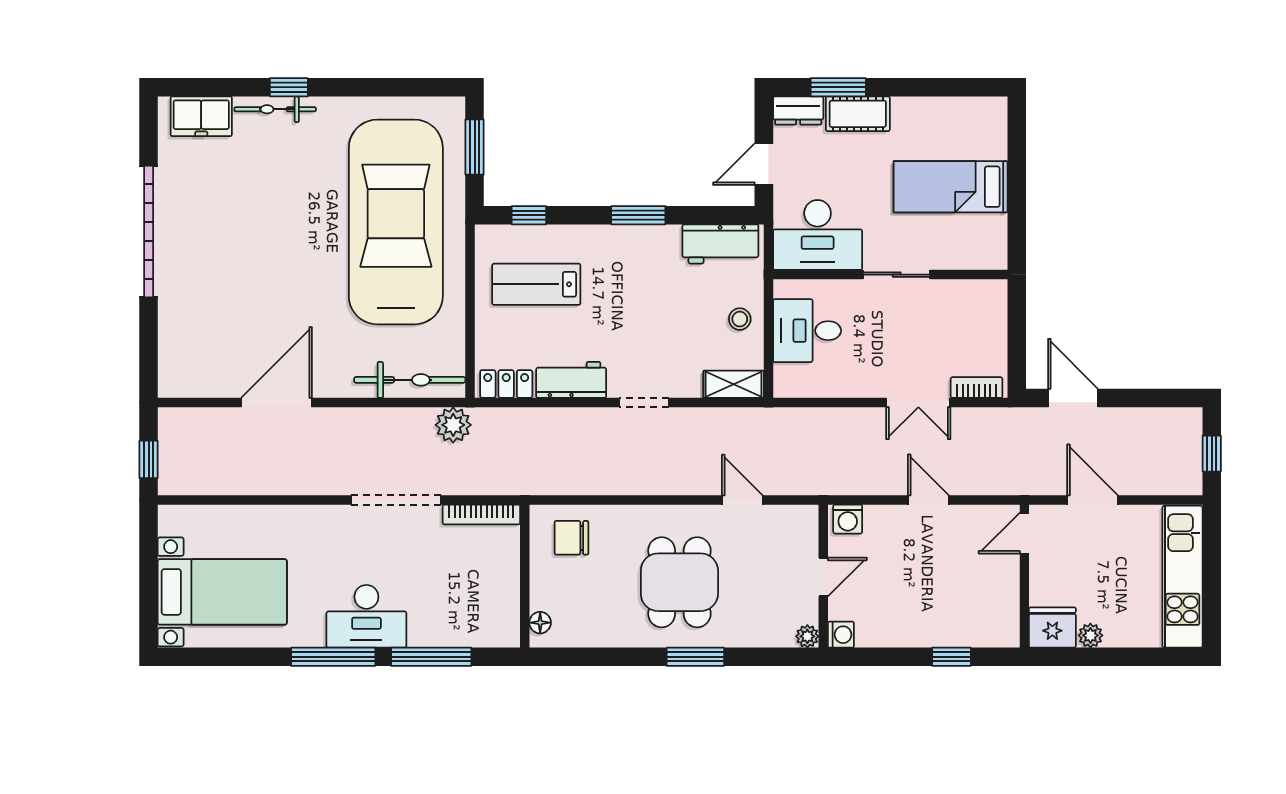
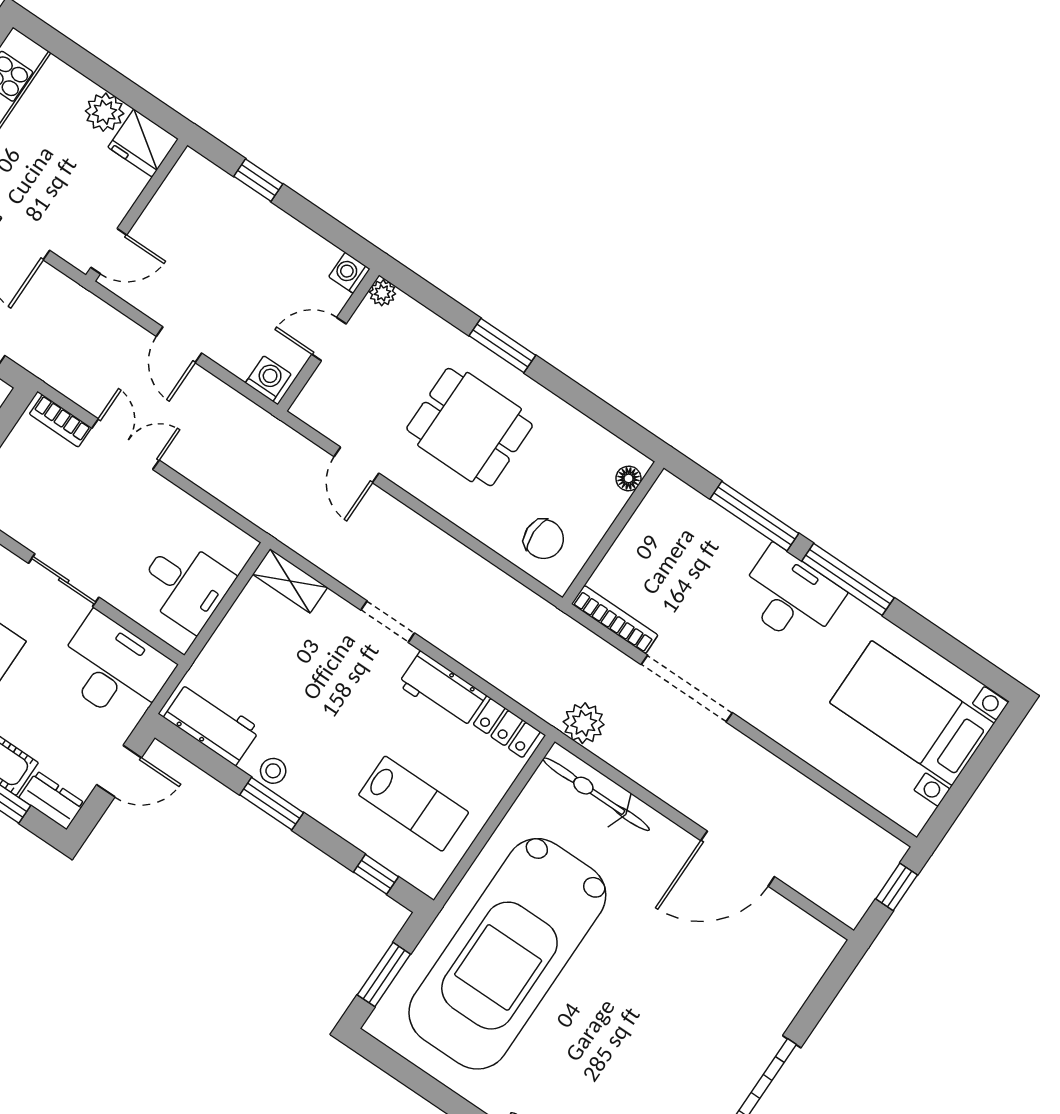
stool: (740, 319) -> (273, 771), moved
dining table: (679, 582) -> (470, 427), turned 90
plant: (1090, 635) -> (105, 112), width x1.38, depth x1.38

